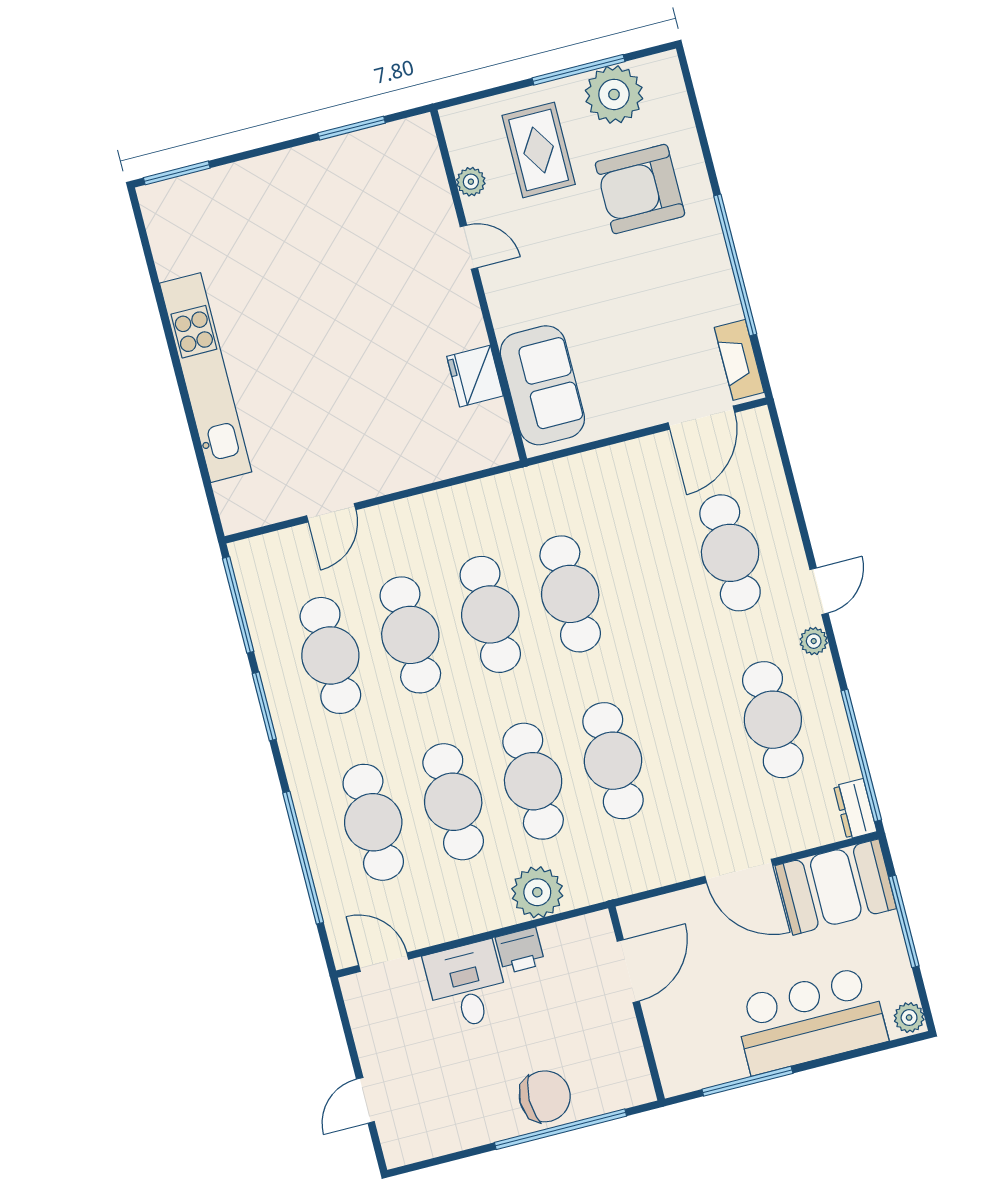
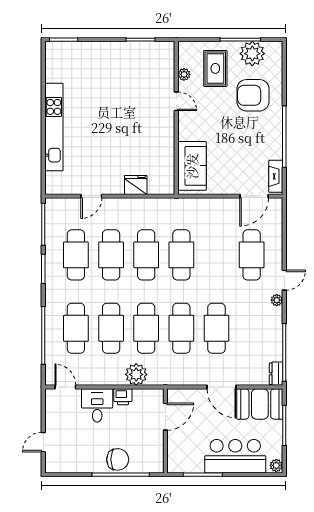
fridge: (475, 376) -> (136, 185), moved, turned 90
cafe table: (773, 720) -> (216, 328), moved

